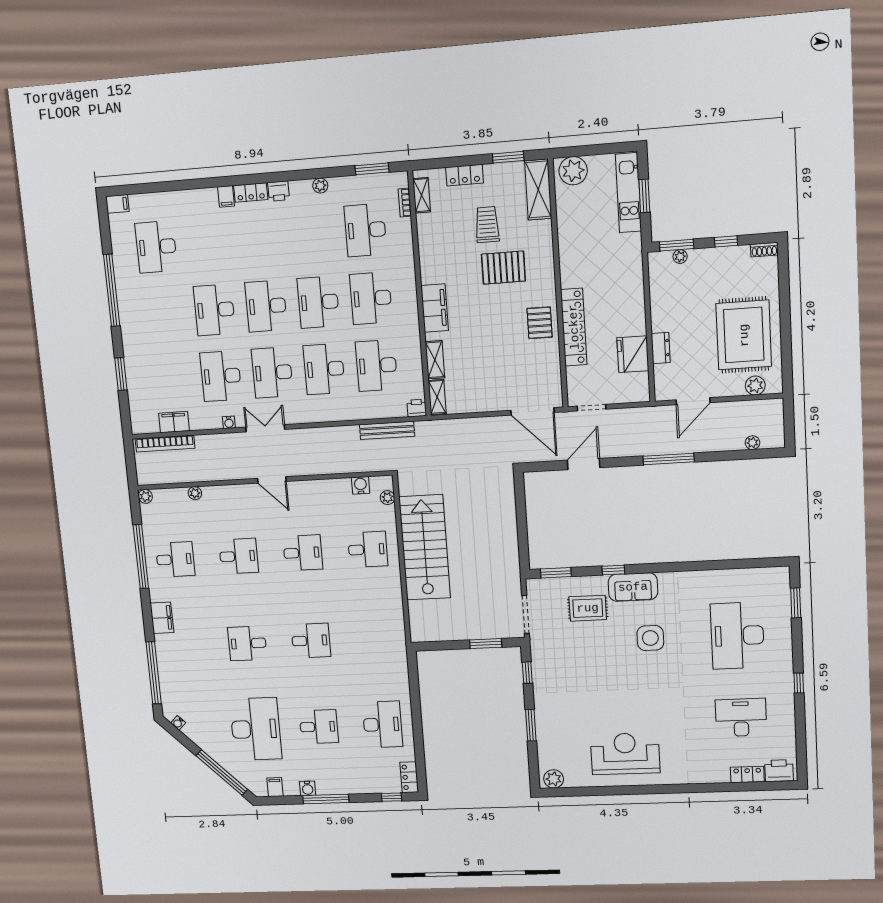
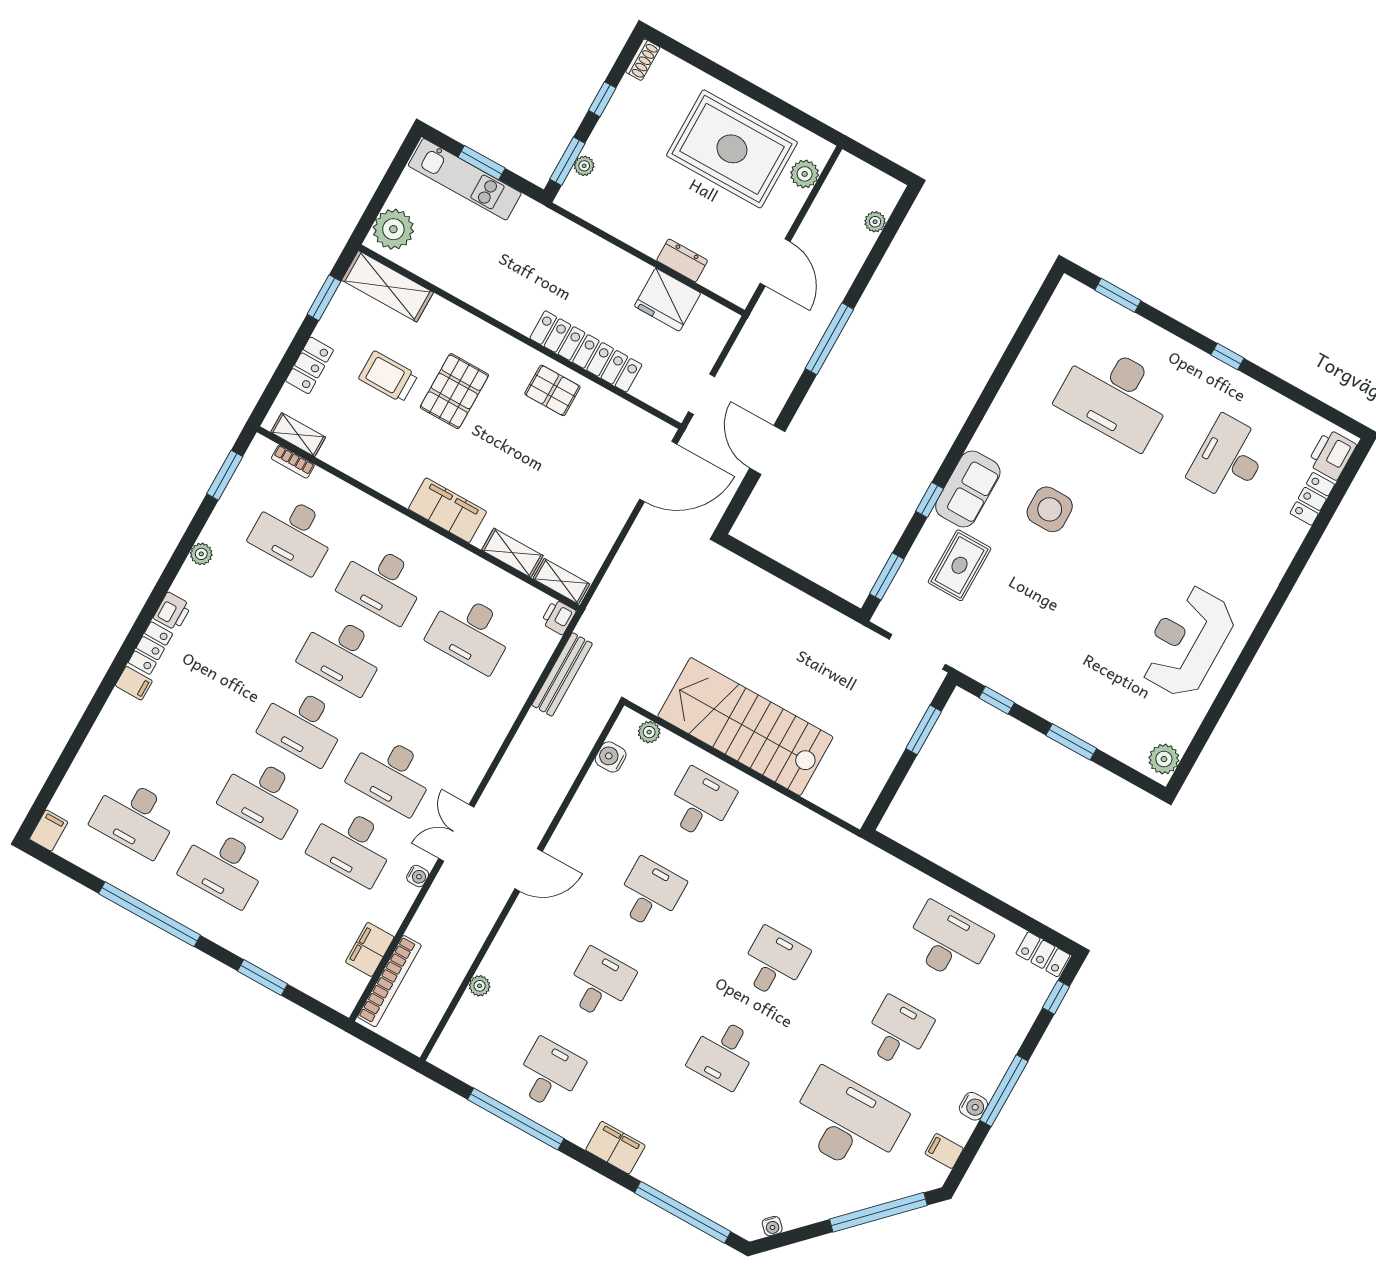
desk: (324, 369) -> (224, 867), moved
plant: (145, 496) -> (441, 1057), removed

